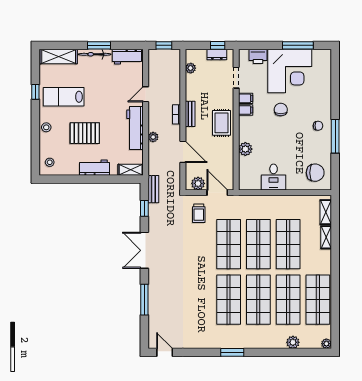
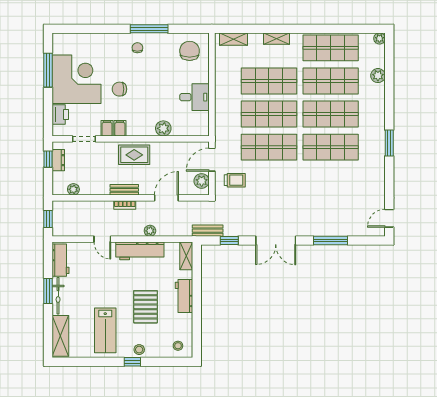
window: (35, 92) -> (132, 362), moved
shelving: (326, 237) -> (276, 39), moved

